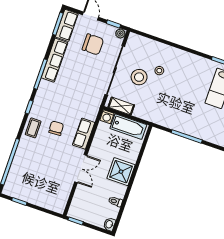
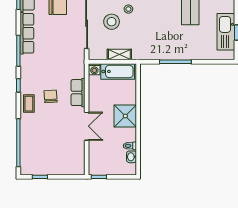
shelving: (121, 106) -> (119, 55), moved
washbasin: (109, 224) -> (132, 157), moved

